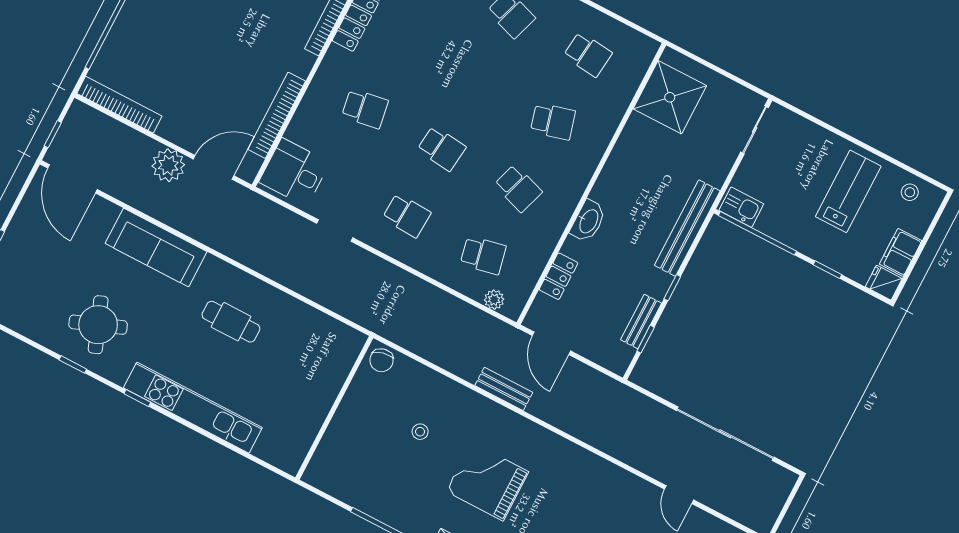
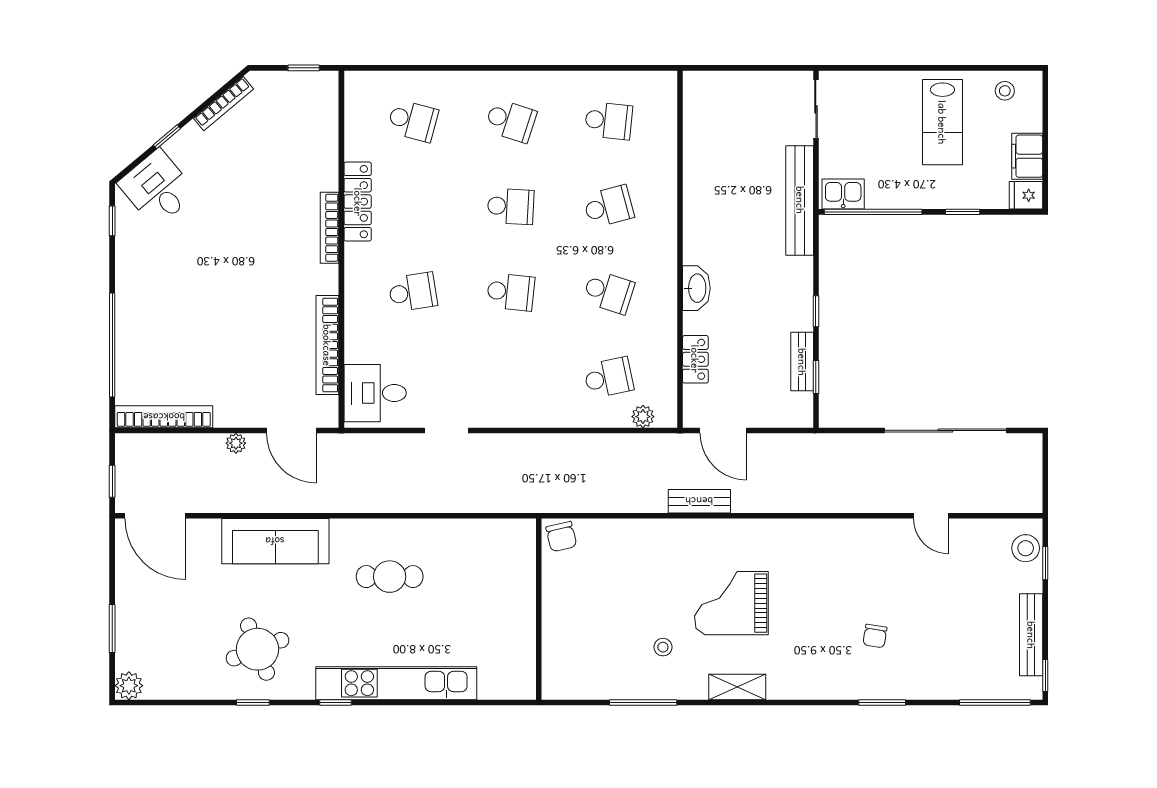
shower: (670, 97) -> (714, 121), removed
plant: (168, 165) -> (236, 443), width x0.53, depth x0.53
door: (214, 167) -> (291, 430), swing flipped
lab bench: (848, 191) -> (942, 122), turned 180
school desk: (407, 215) -> (511, 206), moved
bench: (687, 228) -> (800, 200), moved
stool: (420, 432) -> (663, 647), moved

